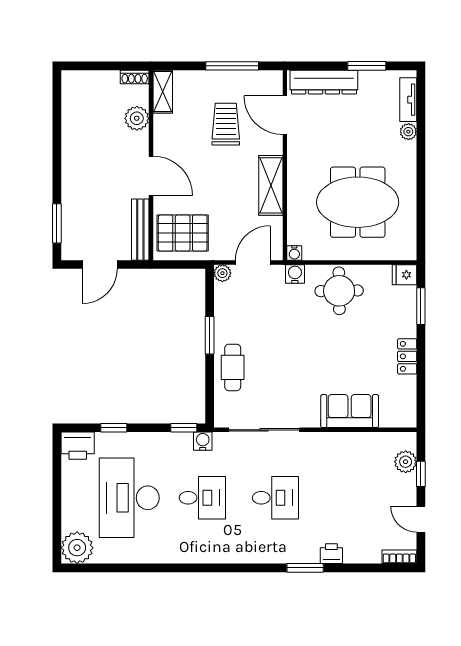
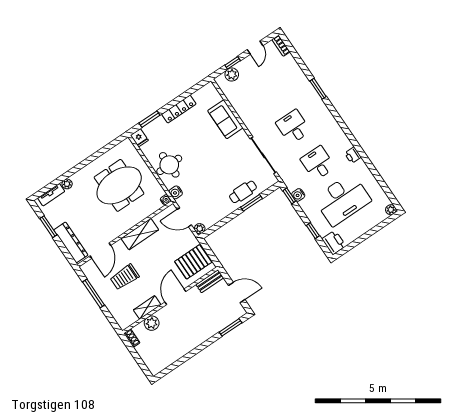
shelving: (163, 92) -> (147, 307), moved
meeting table: (358, 202) -> (119, 185), turned 90
bench: (140, 230) -> (210, 281), width x0.73
pallet: (183, 233) -> (193, 262), turned 90
window: (210, 335) -> (252, 203), moved
locker: (407, 356) -> (179, 109), width x1.53
water cooler: (203, 441) -> (298, 195), moved
plant: (77, 548) -> (391, 210), width x0.53, depth x0.53
printer: (331, 554) -> (353, 155), moved

